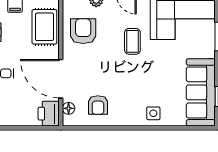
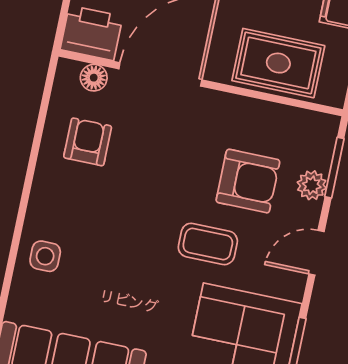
armchair: (83, 31) -> (248, 181), moved
armchair: (98, 105) -> (88, 142), turned 90

